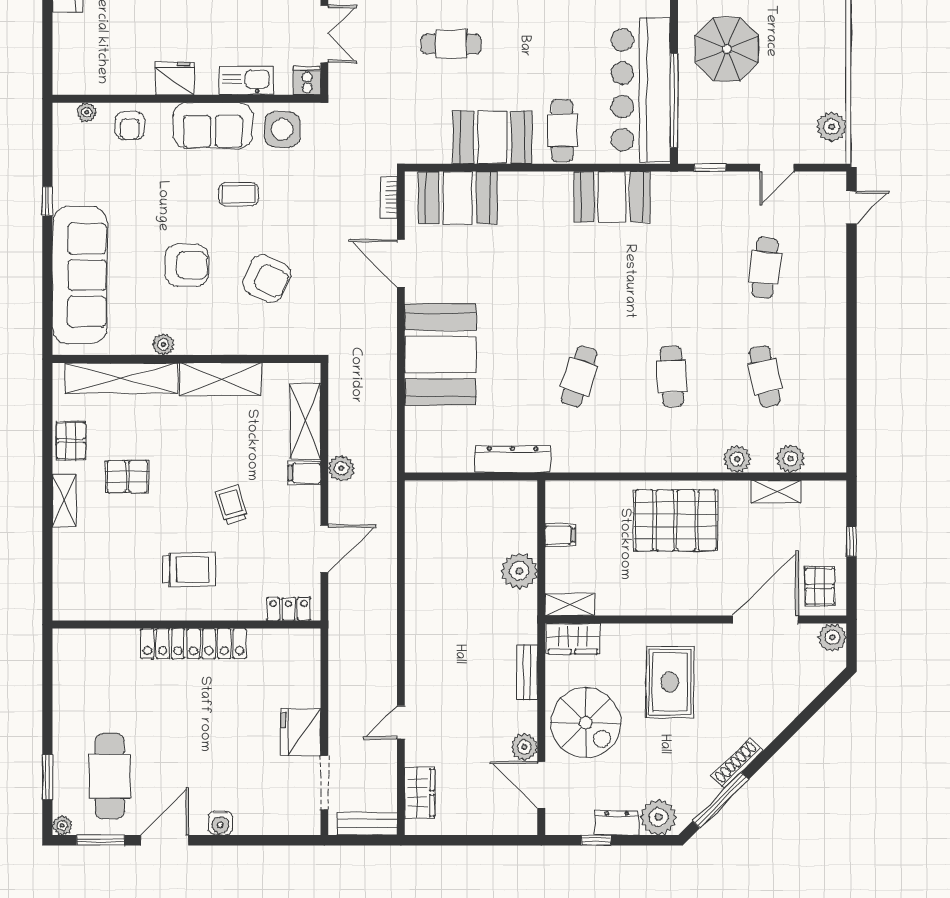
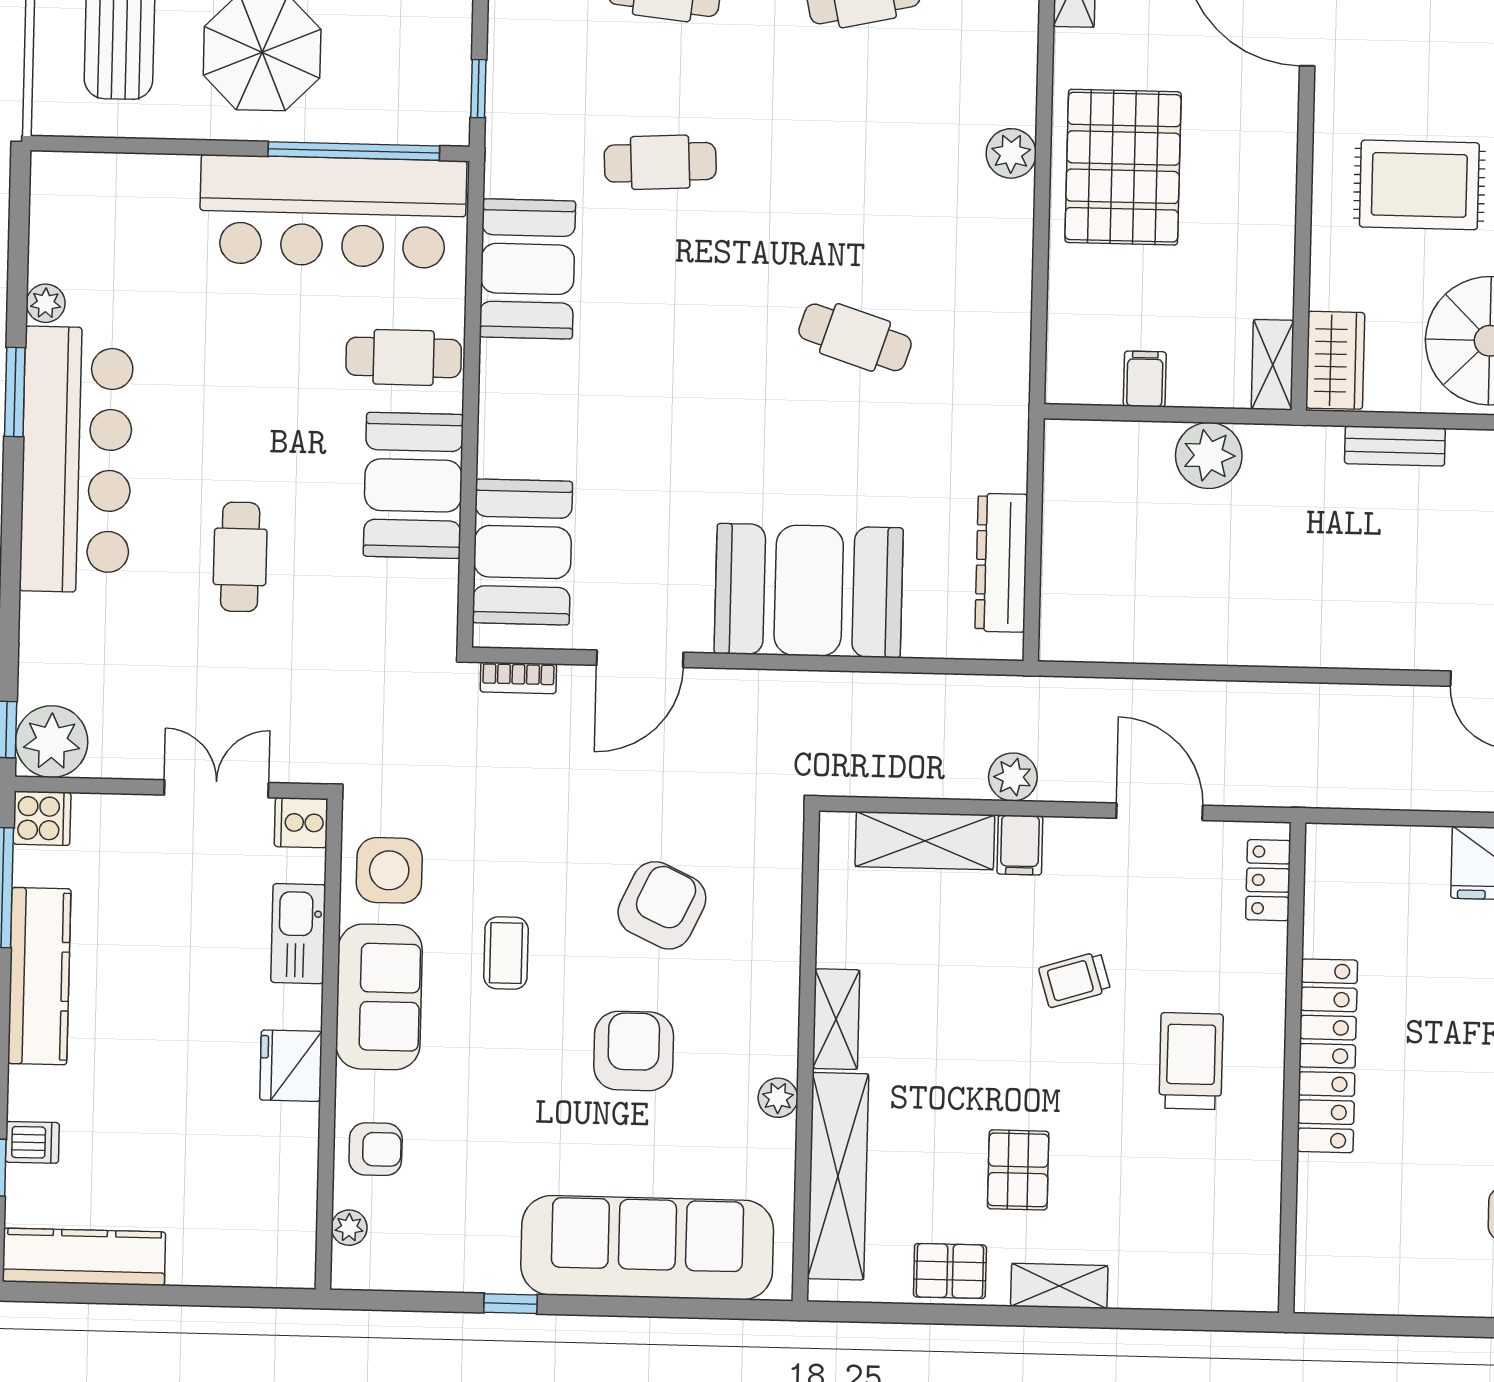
cafe table: (672, 376) -> (660, 162), moved
shelving: (221, 379) -> (836, 1019), width x0.67, depth x0.75
dresser: (513, 459) -> (1001, 563), moved
plant: (737, 459) -> (1011, 153), moved

